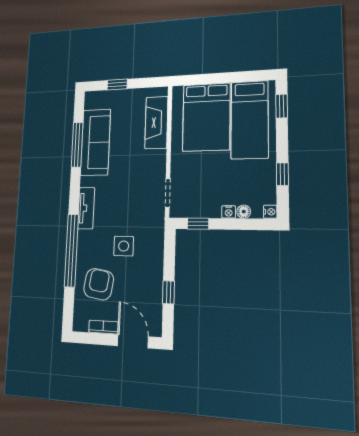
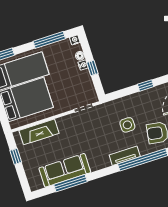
window: (117, 85) -> (16, 156), moved
window: (282, 174) -> (49, 40), width x2.17
tv unit: (86, 208) -> (125, 156), moved
window: (198, 224) -> (92, 68), moved

